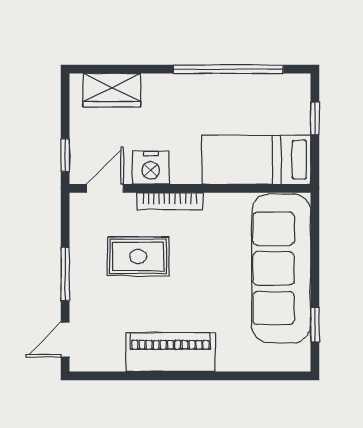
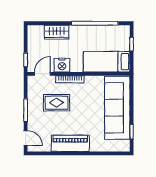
wardrobe: (112, 90) -> (57, 32), moved
door: (65, 340) -> (26, 138), swing flipped

